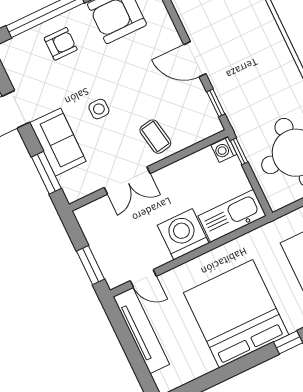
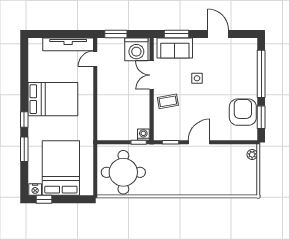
armchair: (61, 44) -> (242, 75), removed
sofa: (58, 142) -> (175, 48), moved
kitchen sink: (232, 216) -> (106, 122), removed
washing machine: (183, 234) -> (136, 49), moved, turned 90
bed: (236, 314) -> (53, 99), width x0.73

